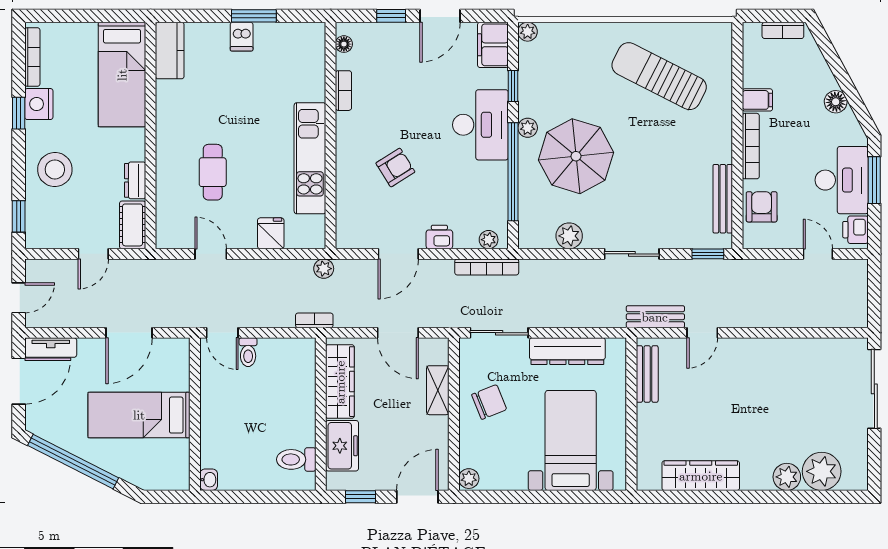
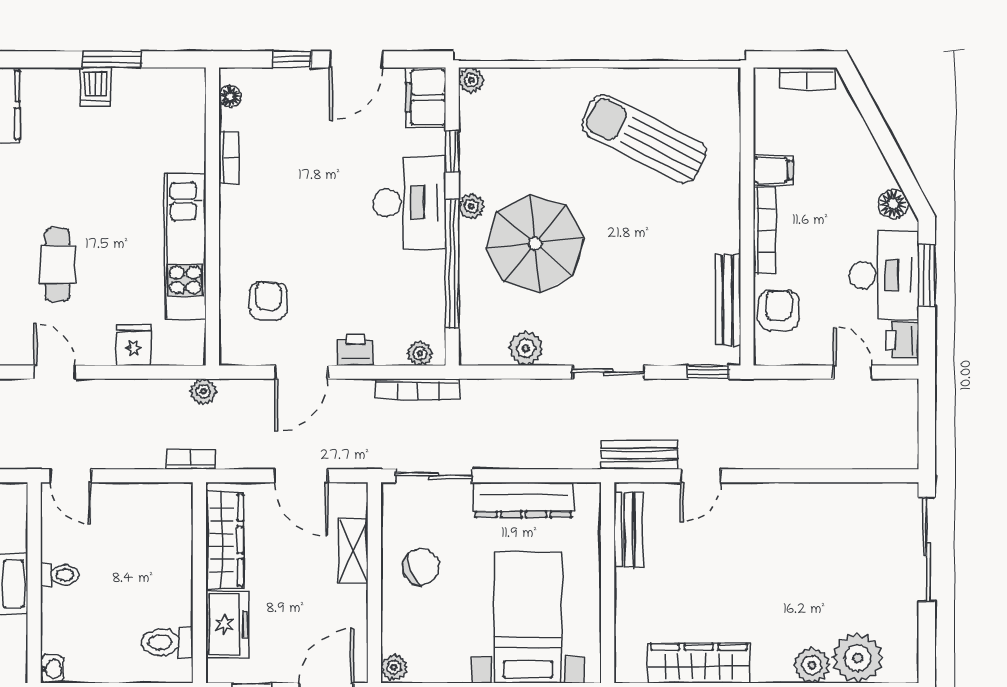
floor lamp: (836, 102) -> (893, 204), moved
armchair: (395, 168) -> (268, 301), moved, turned -56
toilet: (248, 352) -> (60, 575), moved, turned -90

